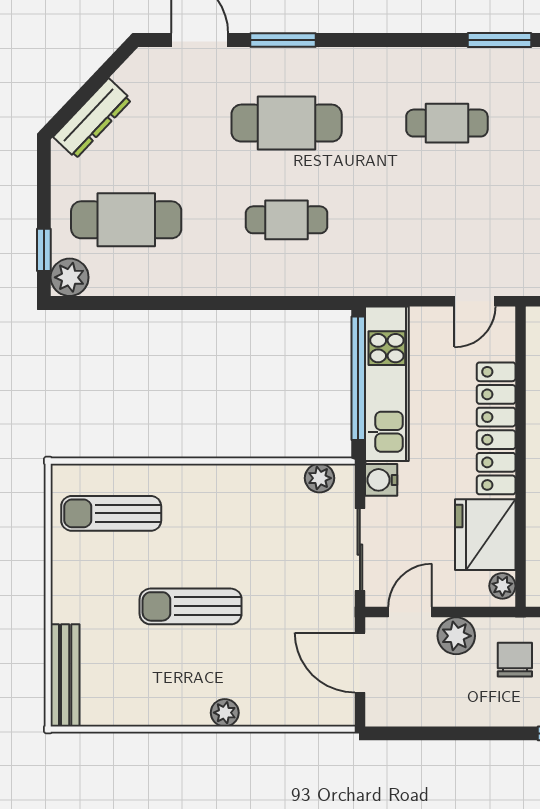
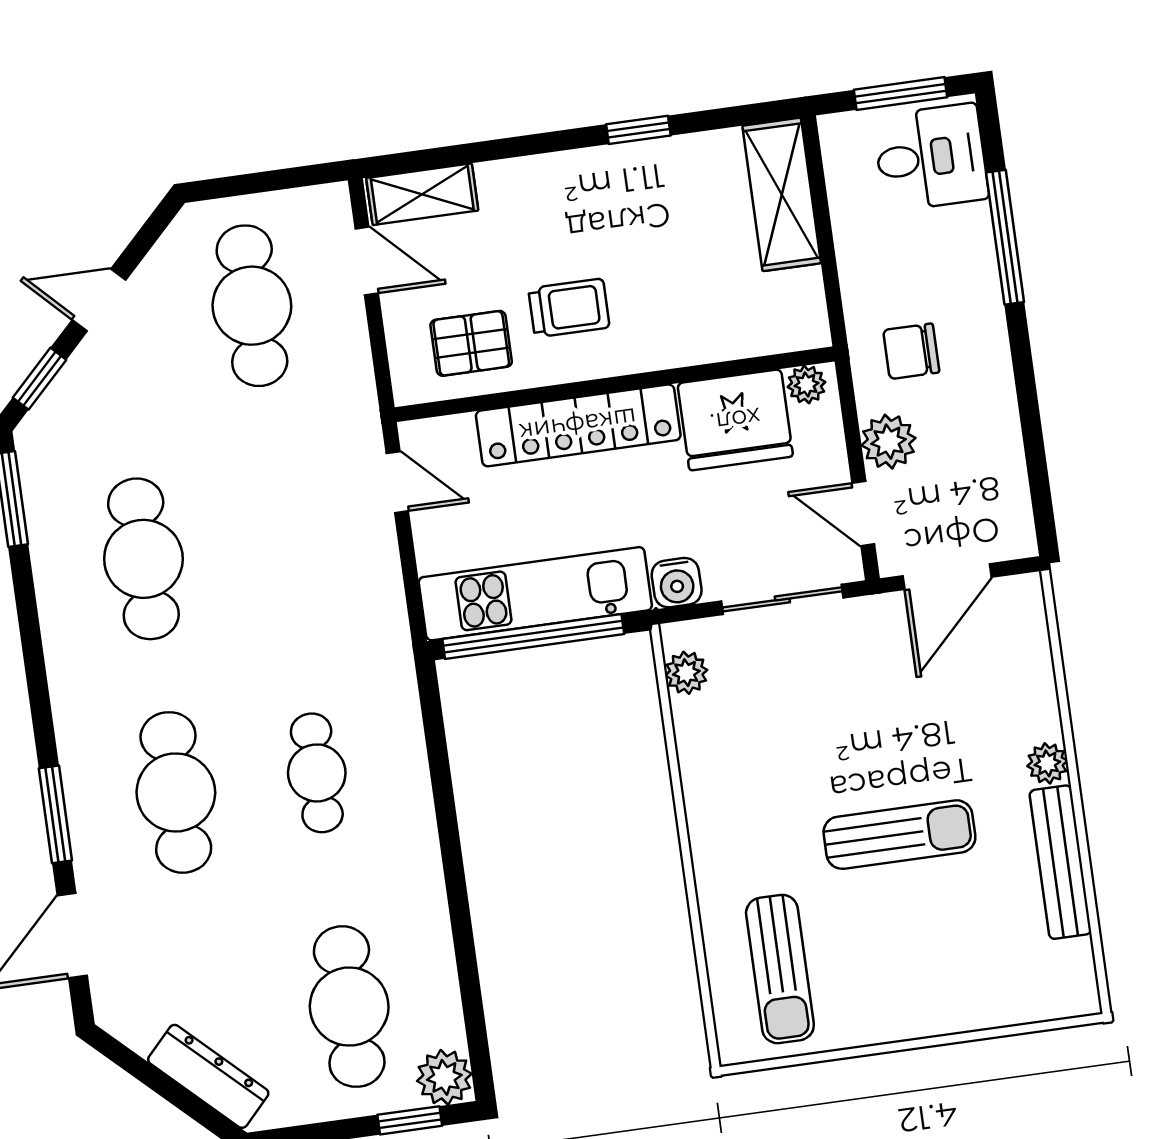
cafe table: (447, 123) -> (143, 559), width x1.37, depth x1.35
sun lounger: (191, 606) -> (899, 835), turned -90
bench: (65, 675) -> (1060, 862), moved, turned 90

